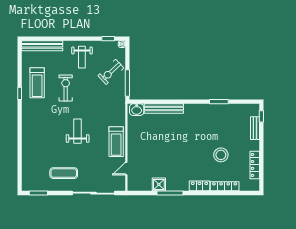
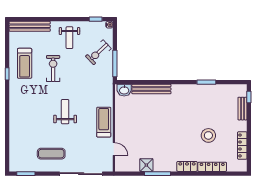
treadmill: (116, 142) -> (104, 122), turned 180
door: (126, 168) -> (114, 149), swing flipped

